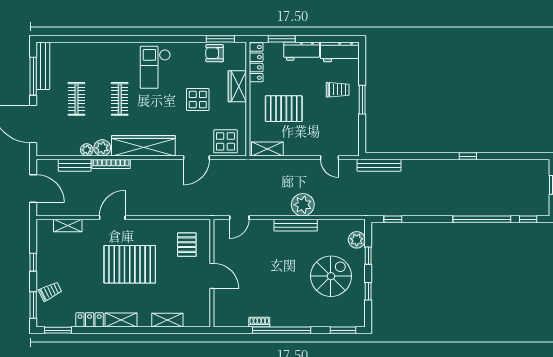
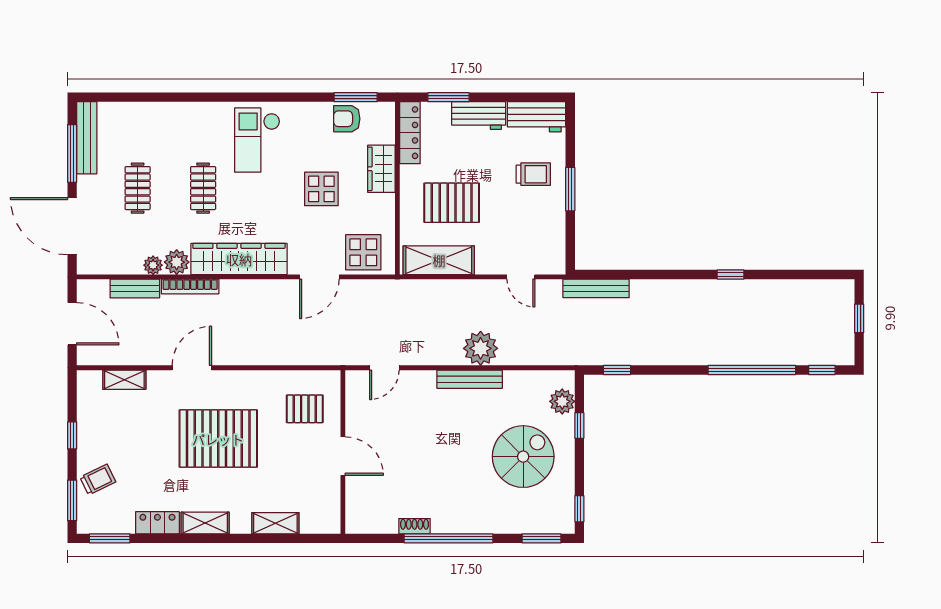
shelving: (267, 149) -> (439, 260), width x1.50, depth x1.33
pallet: (187, 245) -> (305, 409), turned 90
window: (368, 291) -> (579, 509), moved

